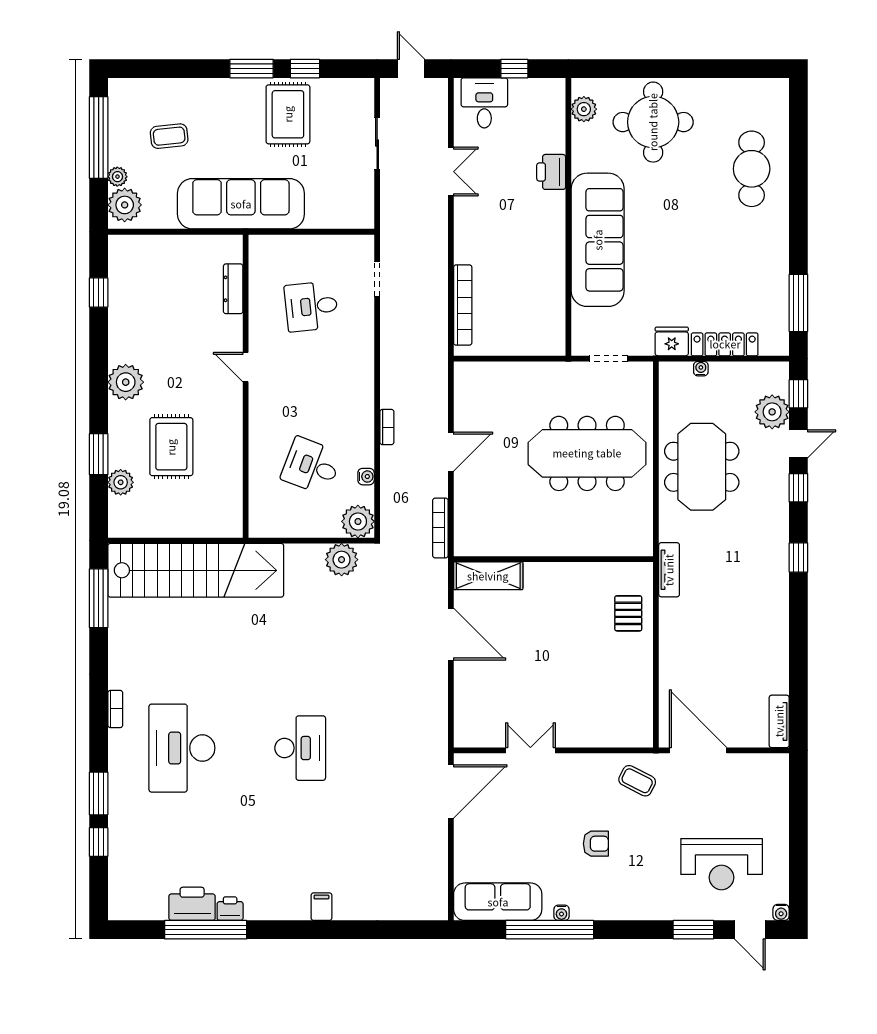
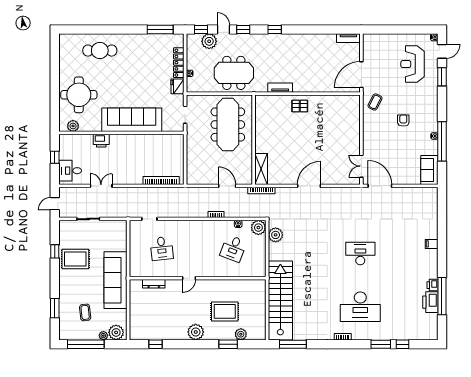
window: (252, 69) -> (55, 308), moved
wall: (553, 559) -> (254, 140), moved
shelving: (488, 576) -> (261, 169), moved
double door: (530, 750) -> (361, 166), moved
reception desk: (722, 864) -> (413, 64), turned 180
sofa: (498, 902) -> (429, 170), width x0.73

